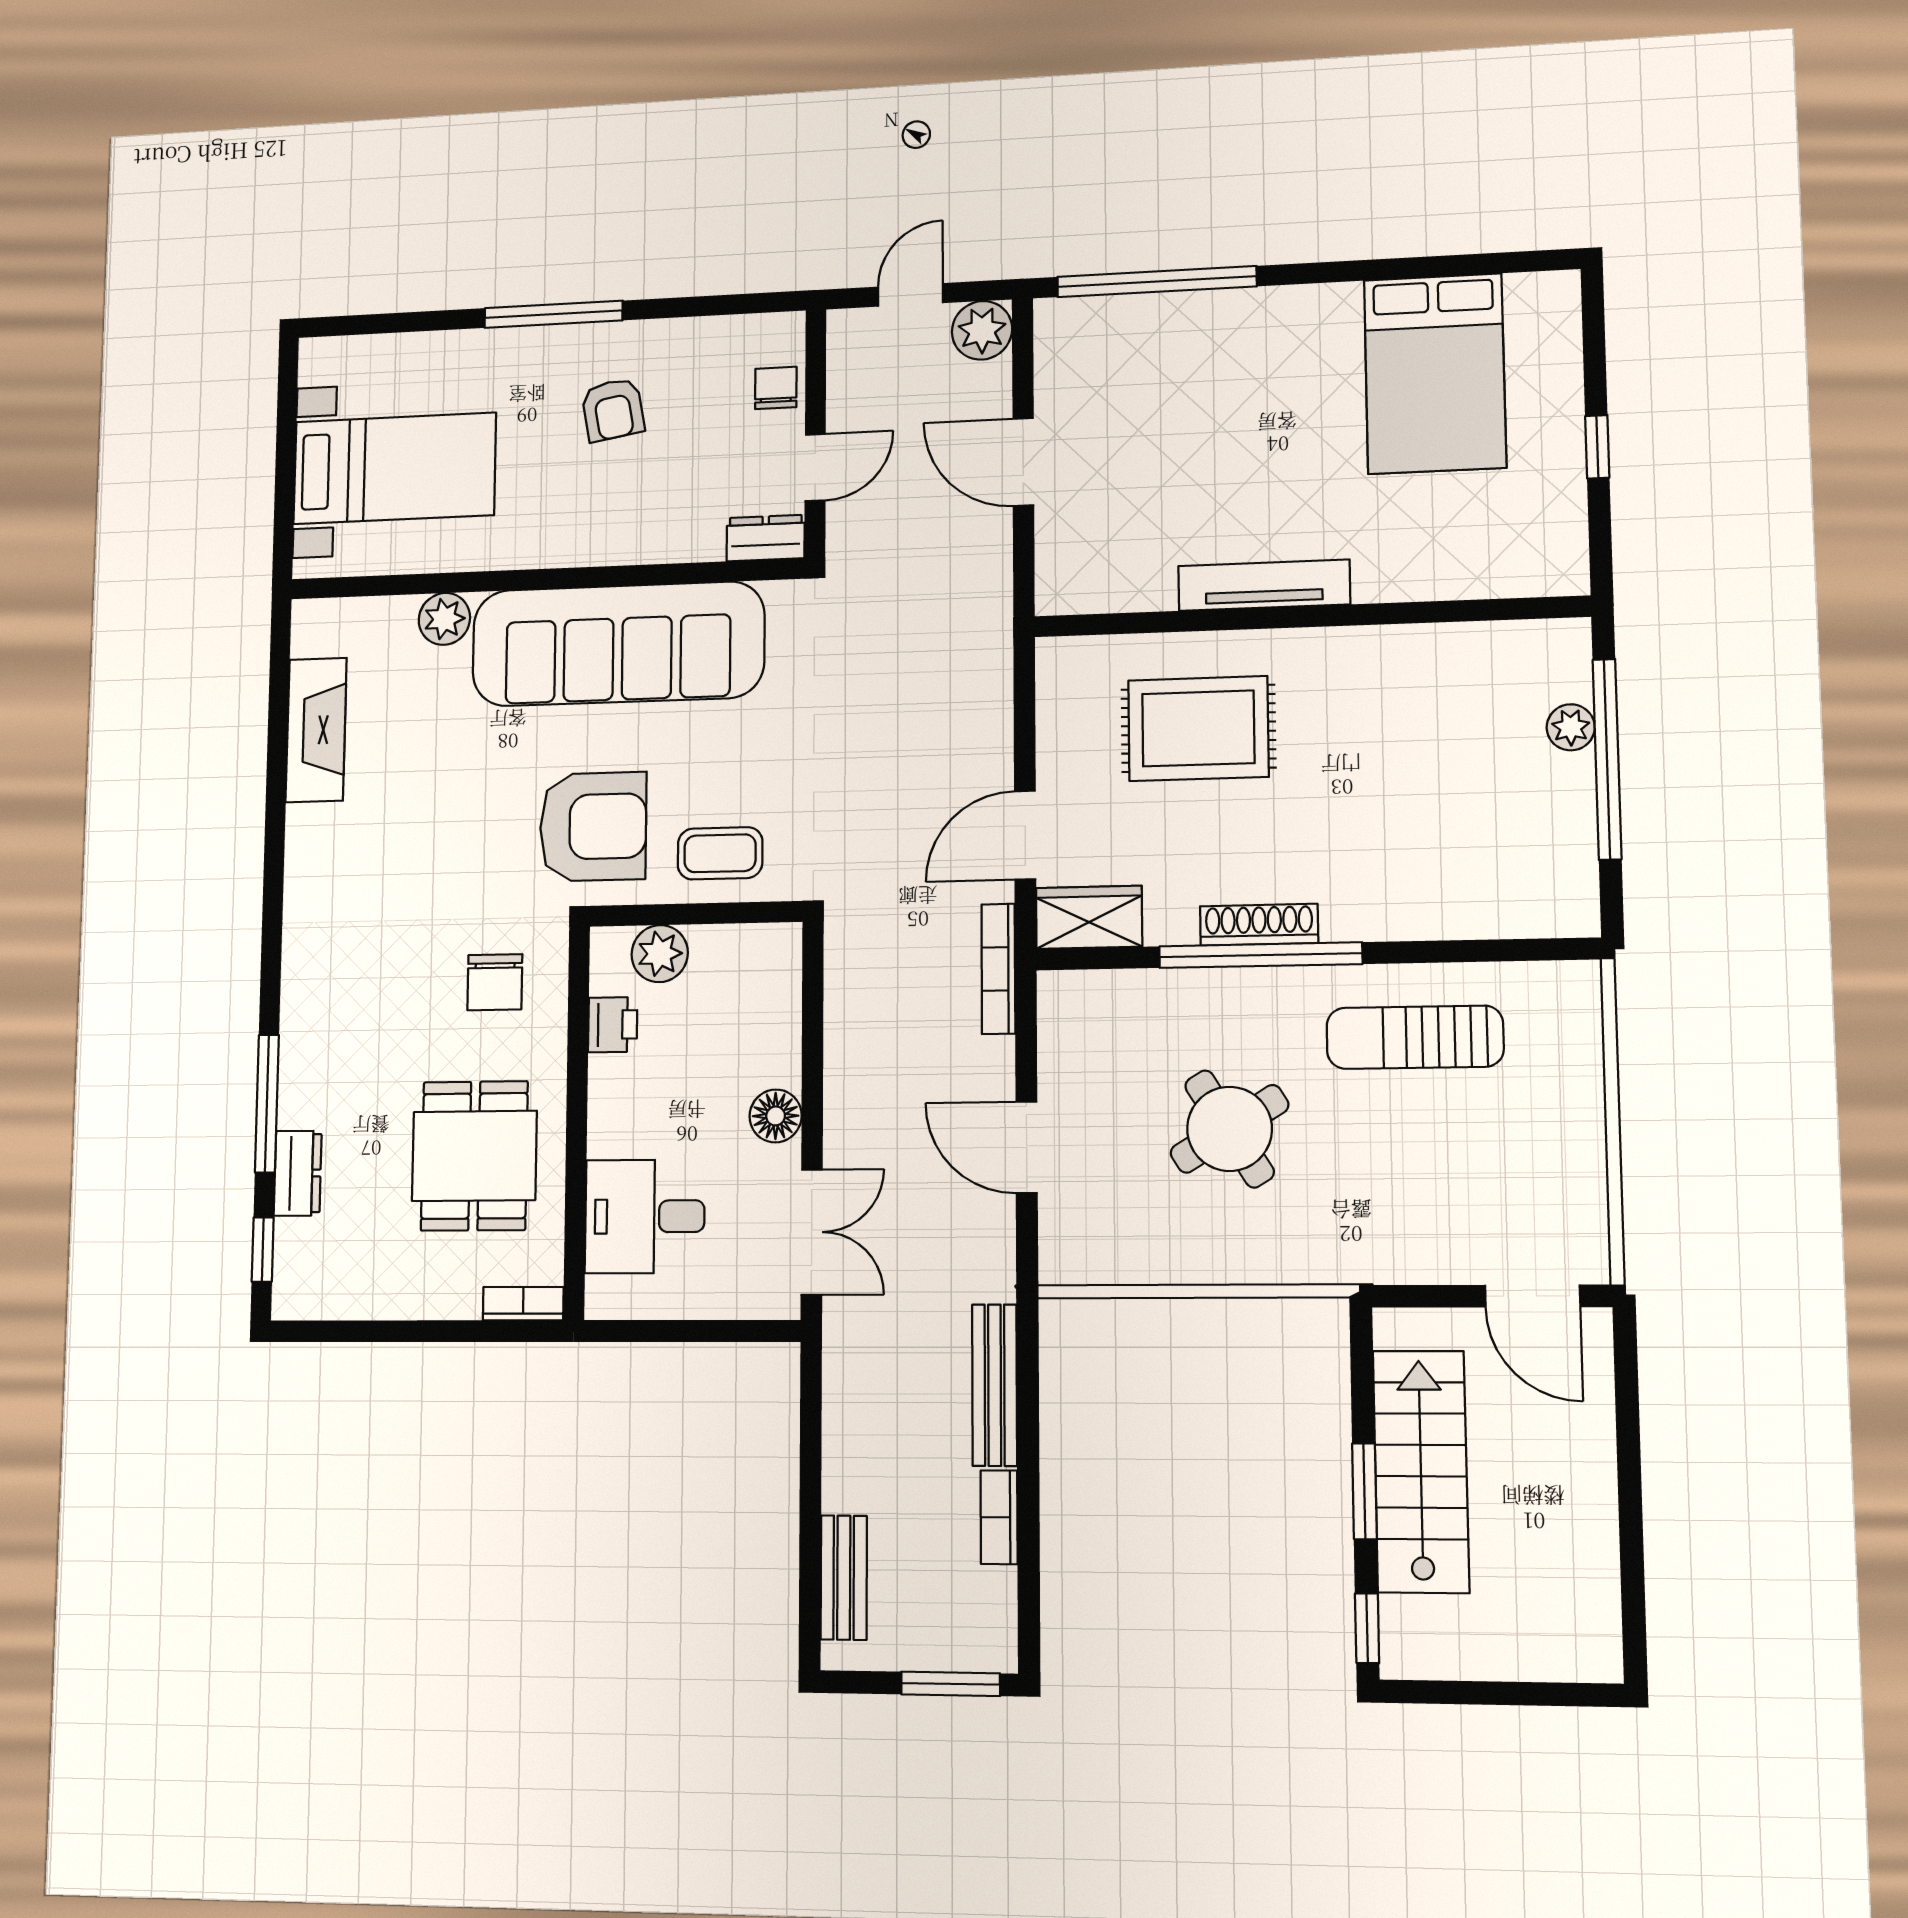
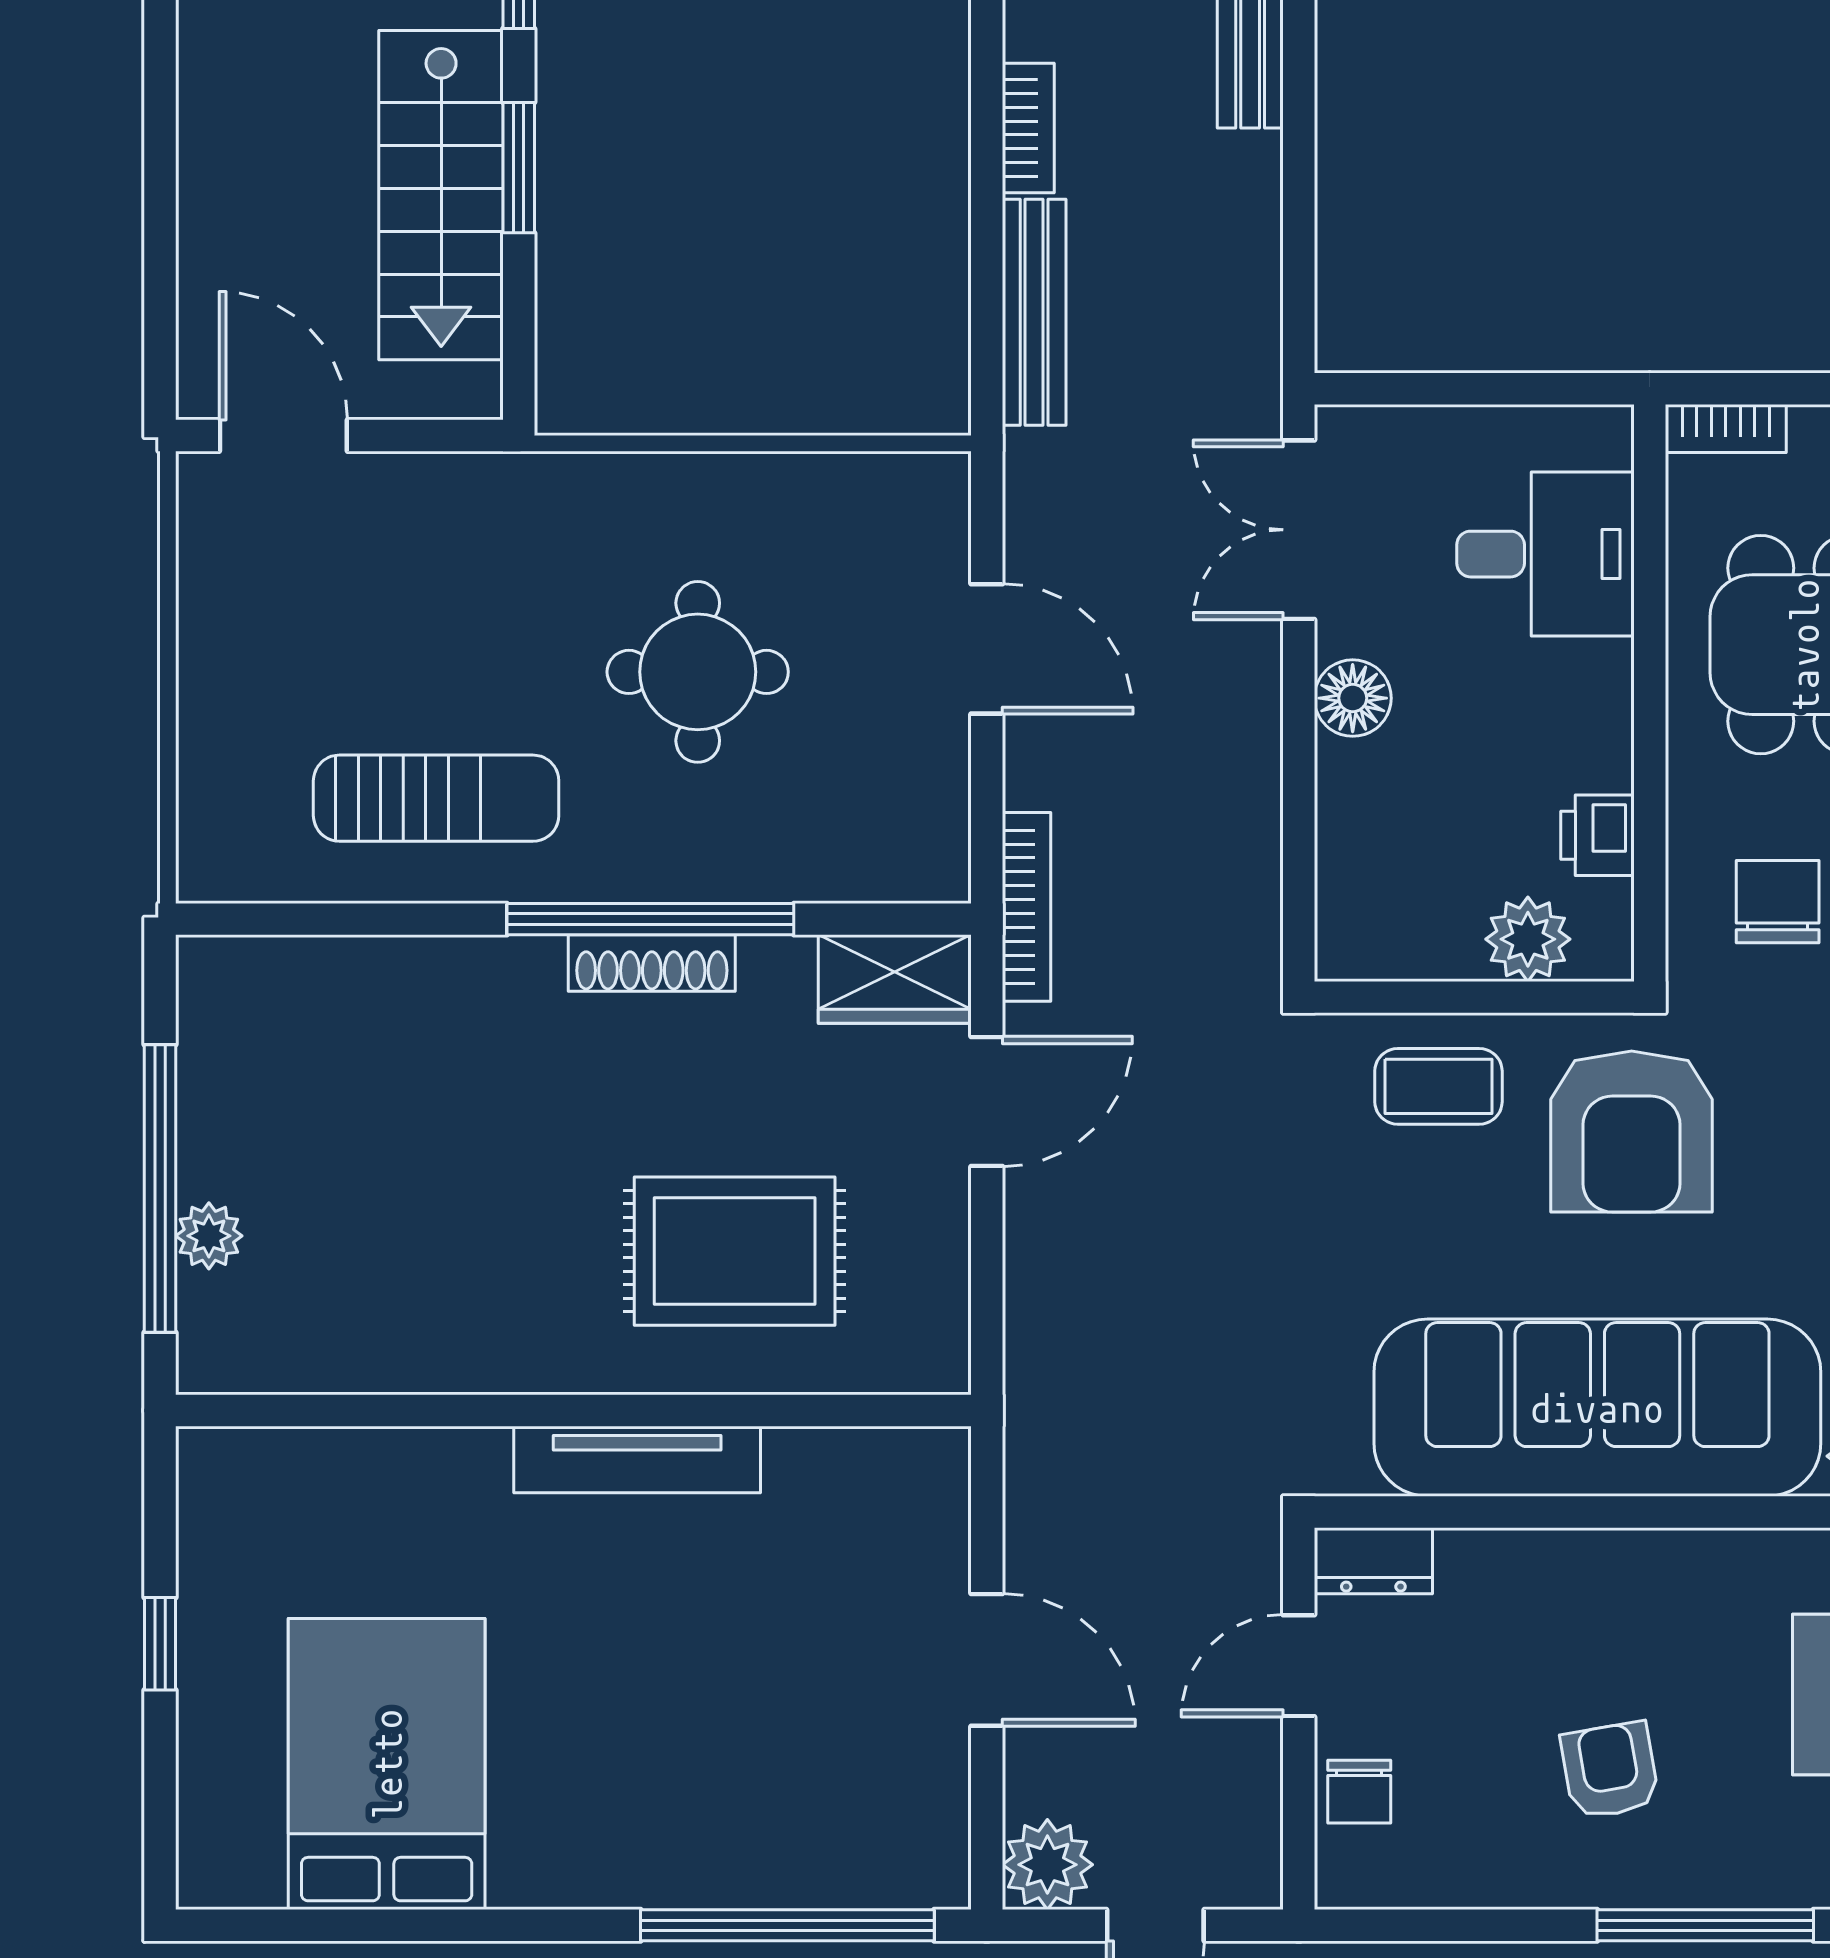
armchair: (593, 827) -> (1632, 1131), turned -90
round table: (1230, 1129) -> (698, 672), turned 32

